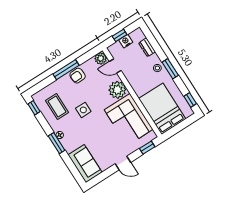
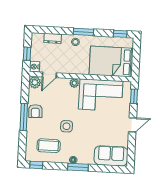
nightstand: (126, 41) -> (35, 67), moved
plant: (117, 90) -> (74, 83), width x0.53, depth x0.53

